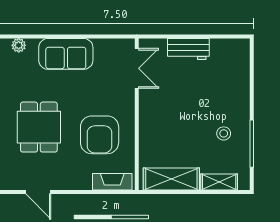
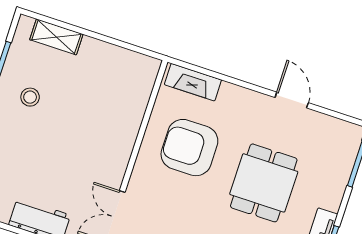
armchair: (100, 135) -> (189, 148), turned -90
shelving: (171, 179) -> (116, 61), removed

